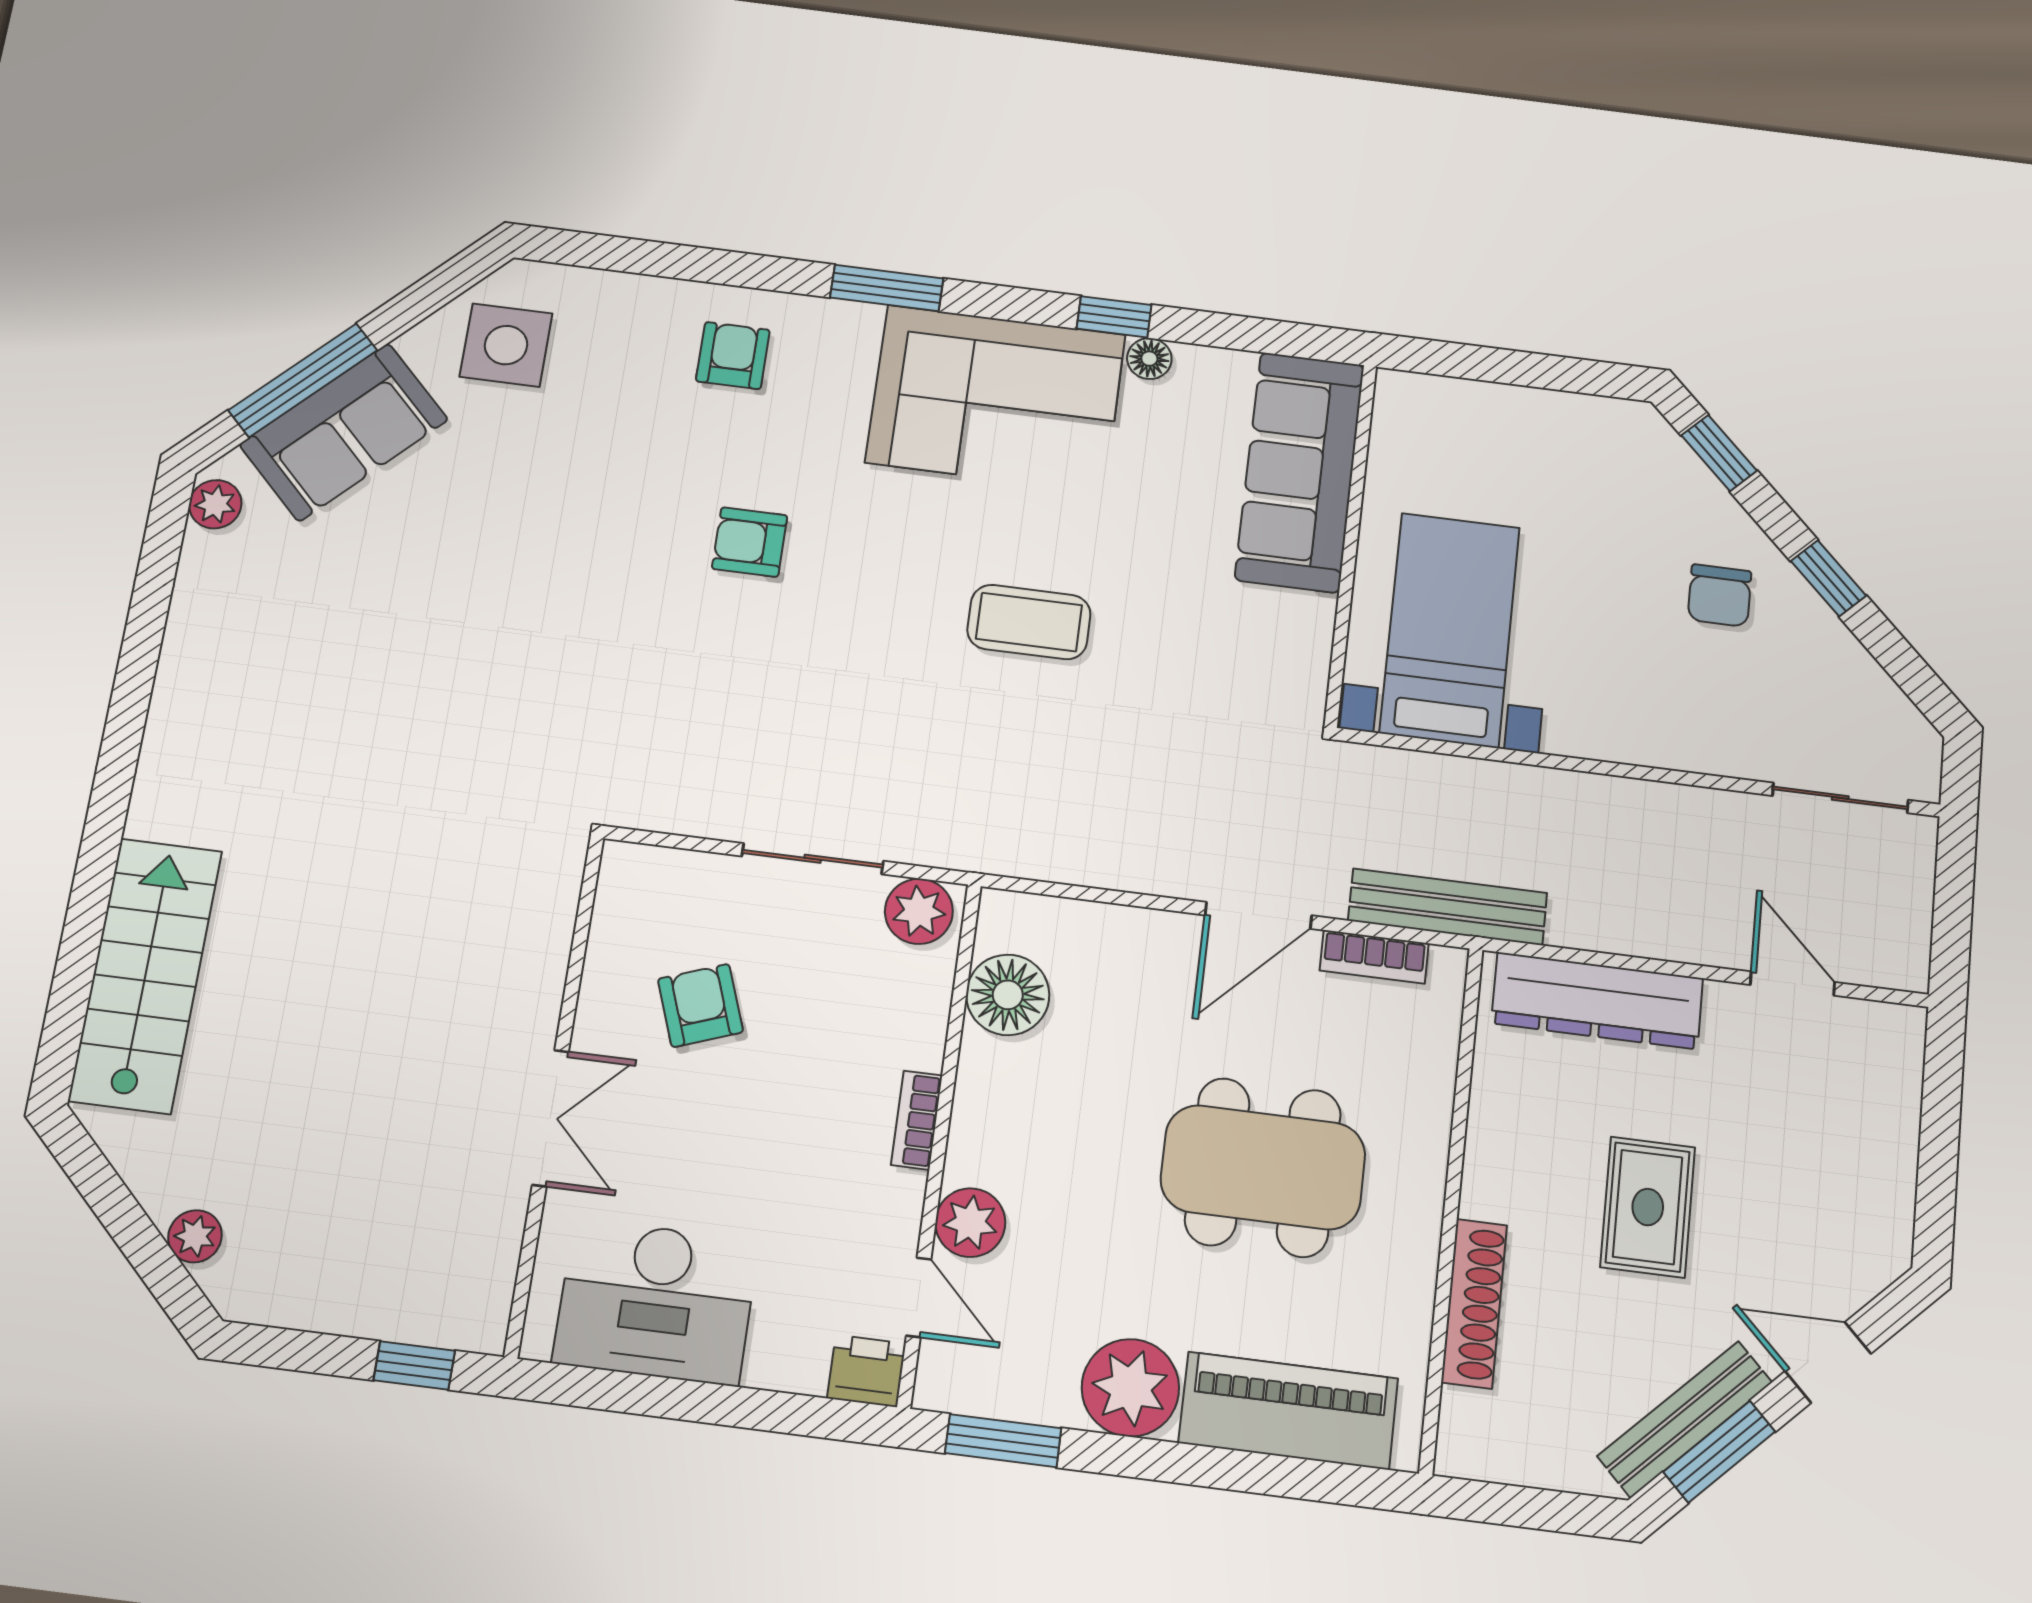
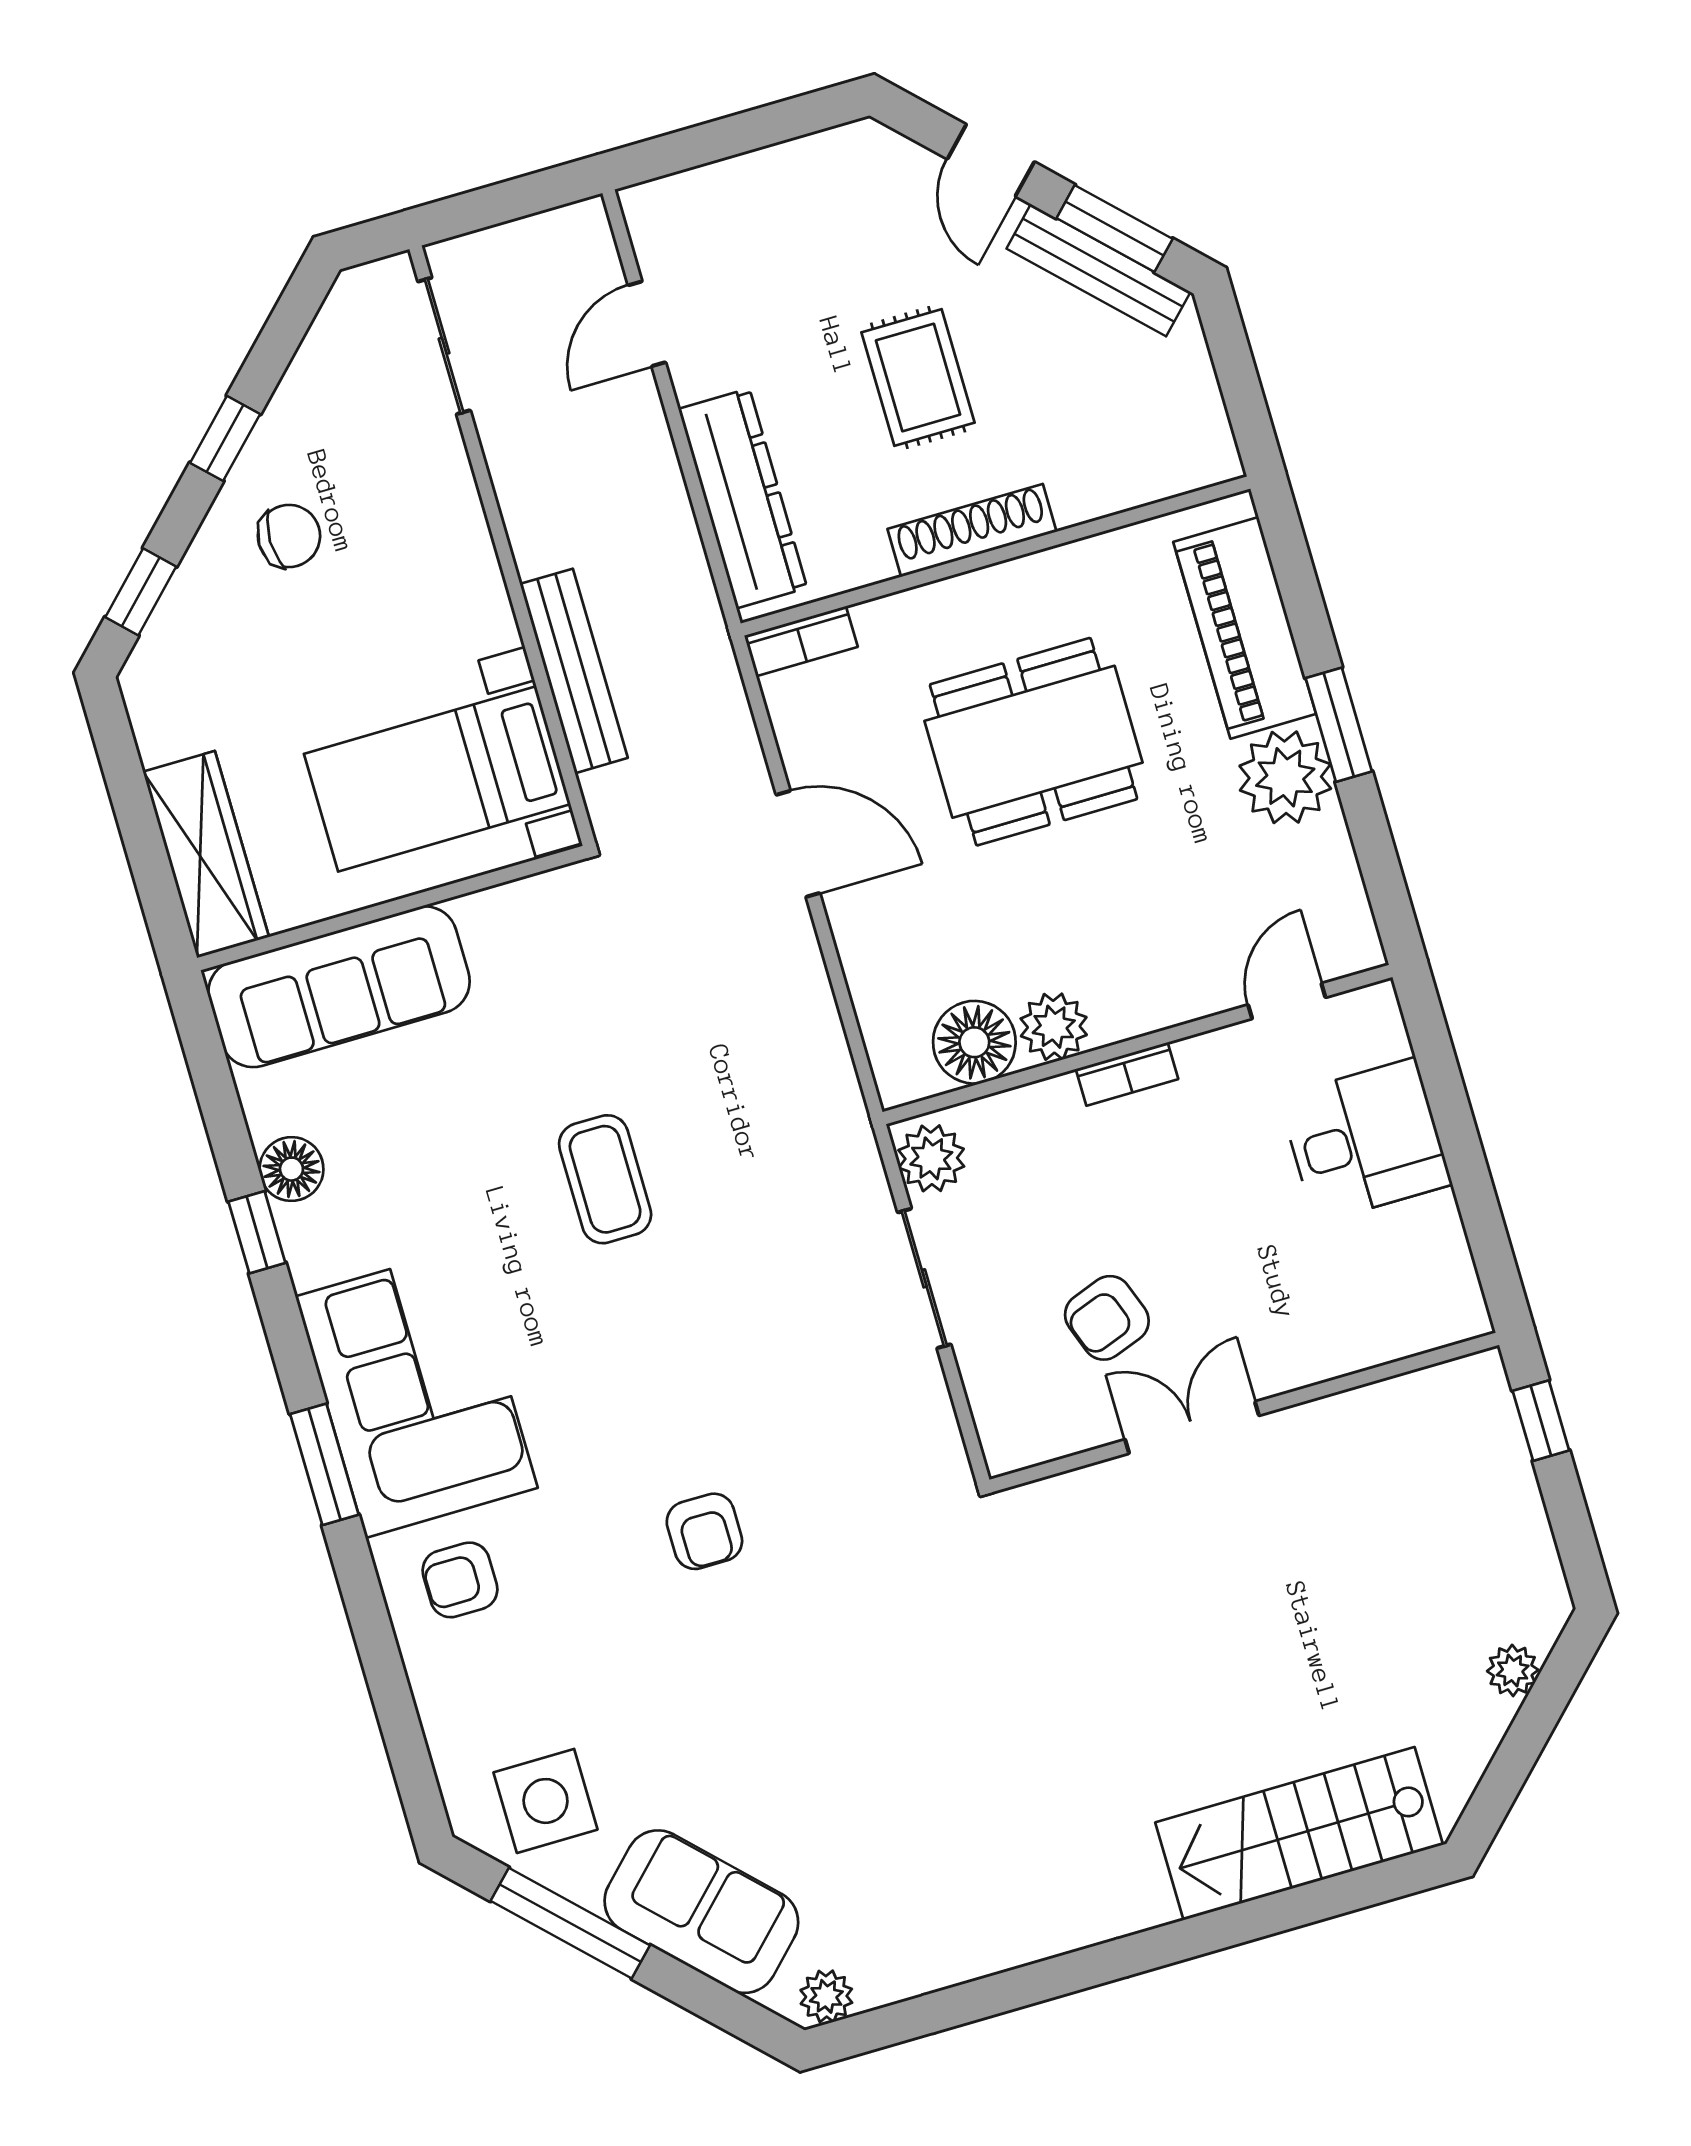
floor lamp: (1149, 359) -> (291, 1169), width x1.37, depth x1.37
window: (303, 380) -> (570, 1923), moved
corner sofa: (996, 398) -> (417, 1392), moved
wardrobe: (1464, 411) -> (206, 854), added
armchair: (750, 542) -> (704, 1531), moved
bench: (1448, 907) -> (574, 671), moved
bookcase: (1374, 957) -> (801, 641), moved, turned 90
double door: (550, 1118) -> (1192, 1427), moved
dining table: (1263, 1167) -> (1034, 742), turned 90
rug: (1648, 1207) -> (918, 378), turned 90
plant: (970, 1223) -> (1054, 1027), moved
desk: (656, 1302) -> (1365, 1141), moved, width x0.73
shoe rack: (1474, 1303) -> (972, 530), moved
printer: (866, 1371) -> (1372, 1018), removed
window: (1003, 1441) -> (1339, 725), moved

